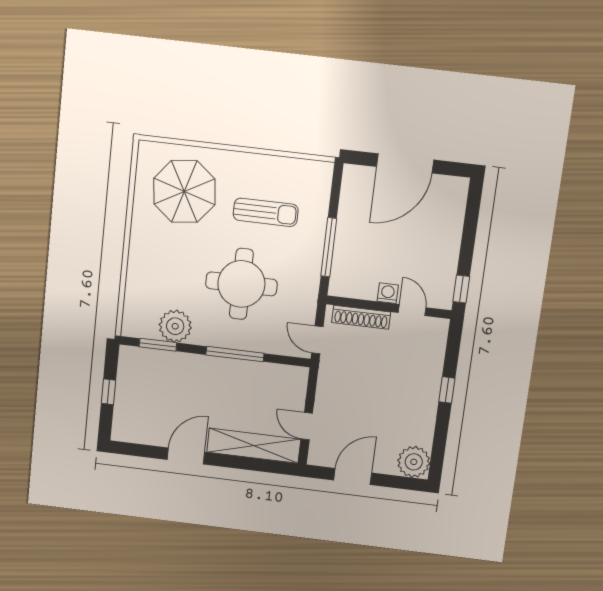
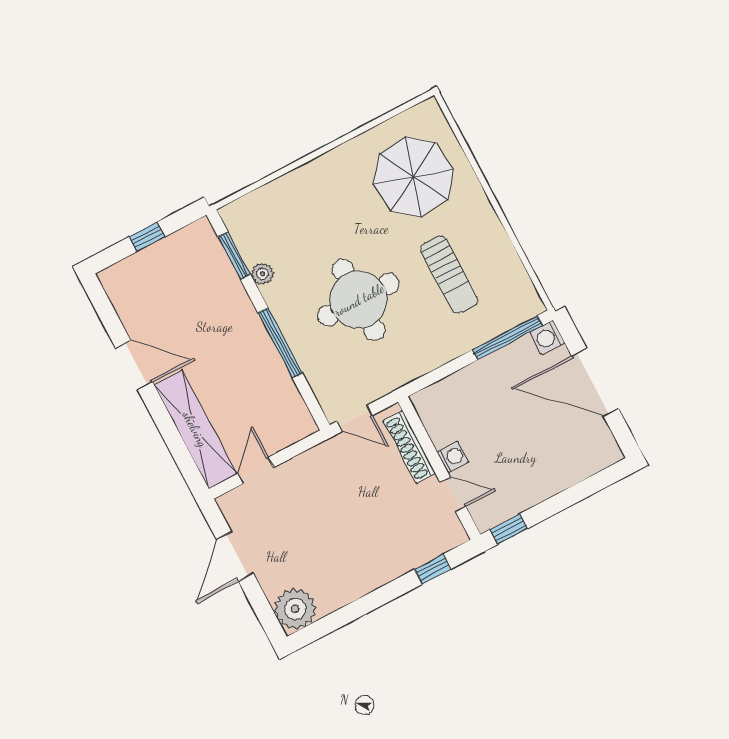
washing machine: (353, 175) -> (548, 338), added
window: (329, 247) -> (507, 338), moved
door: (412, 310) -> (453, 494), hinge flipped
plant: (175, 326) -> (262, 274), width x0.53, depth x0.53
door: (317, 340) -> (355, 418), swing flipped
window: (447, 390) -> (433, 569), moved
door: (353, 477) -> (235, 556), swing flipped

